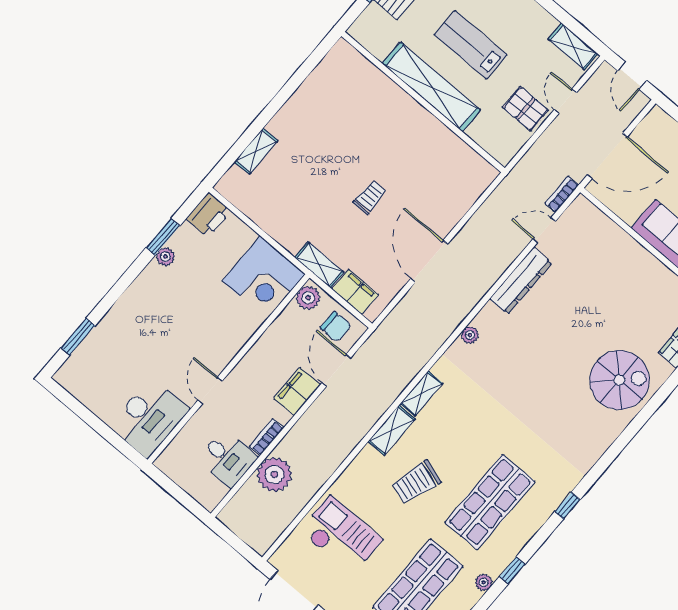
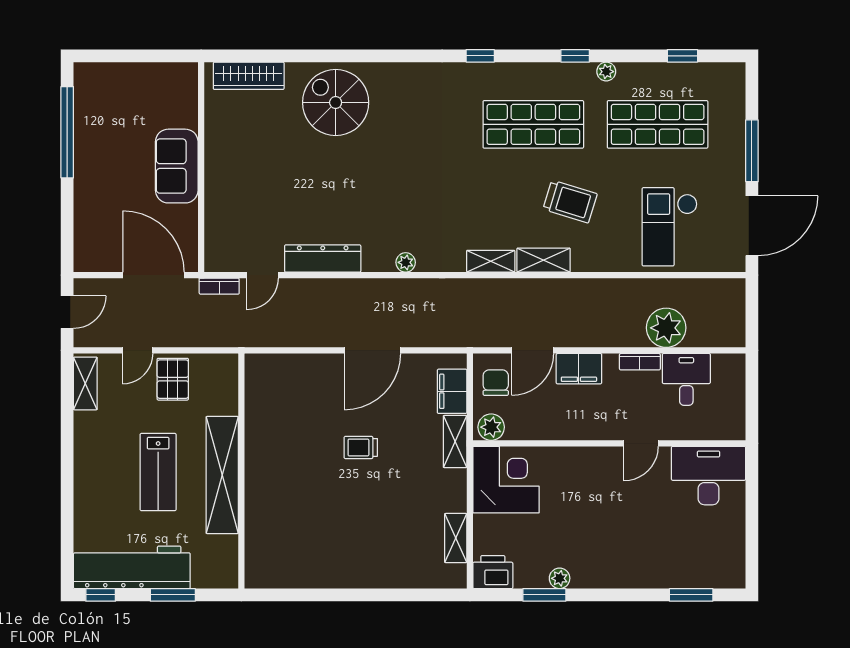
shelving: (256, 151) -> (456, 538), moved, turned 90
door: (544, 230) -> (263, 275), hinge flipped

